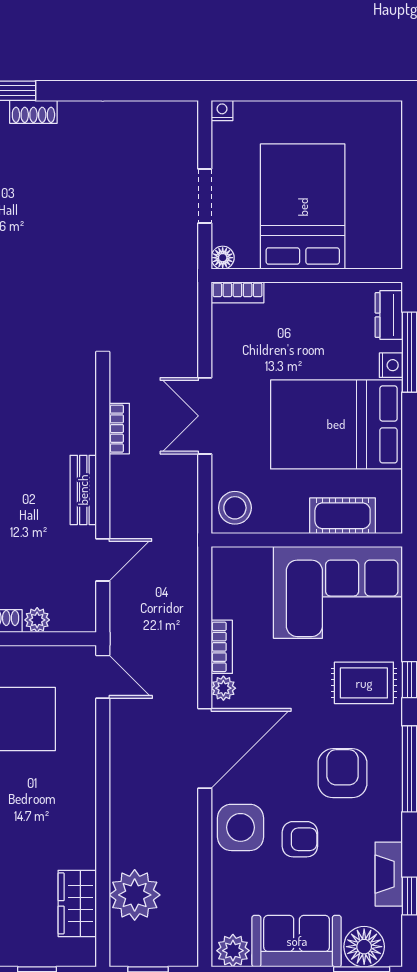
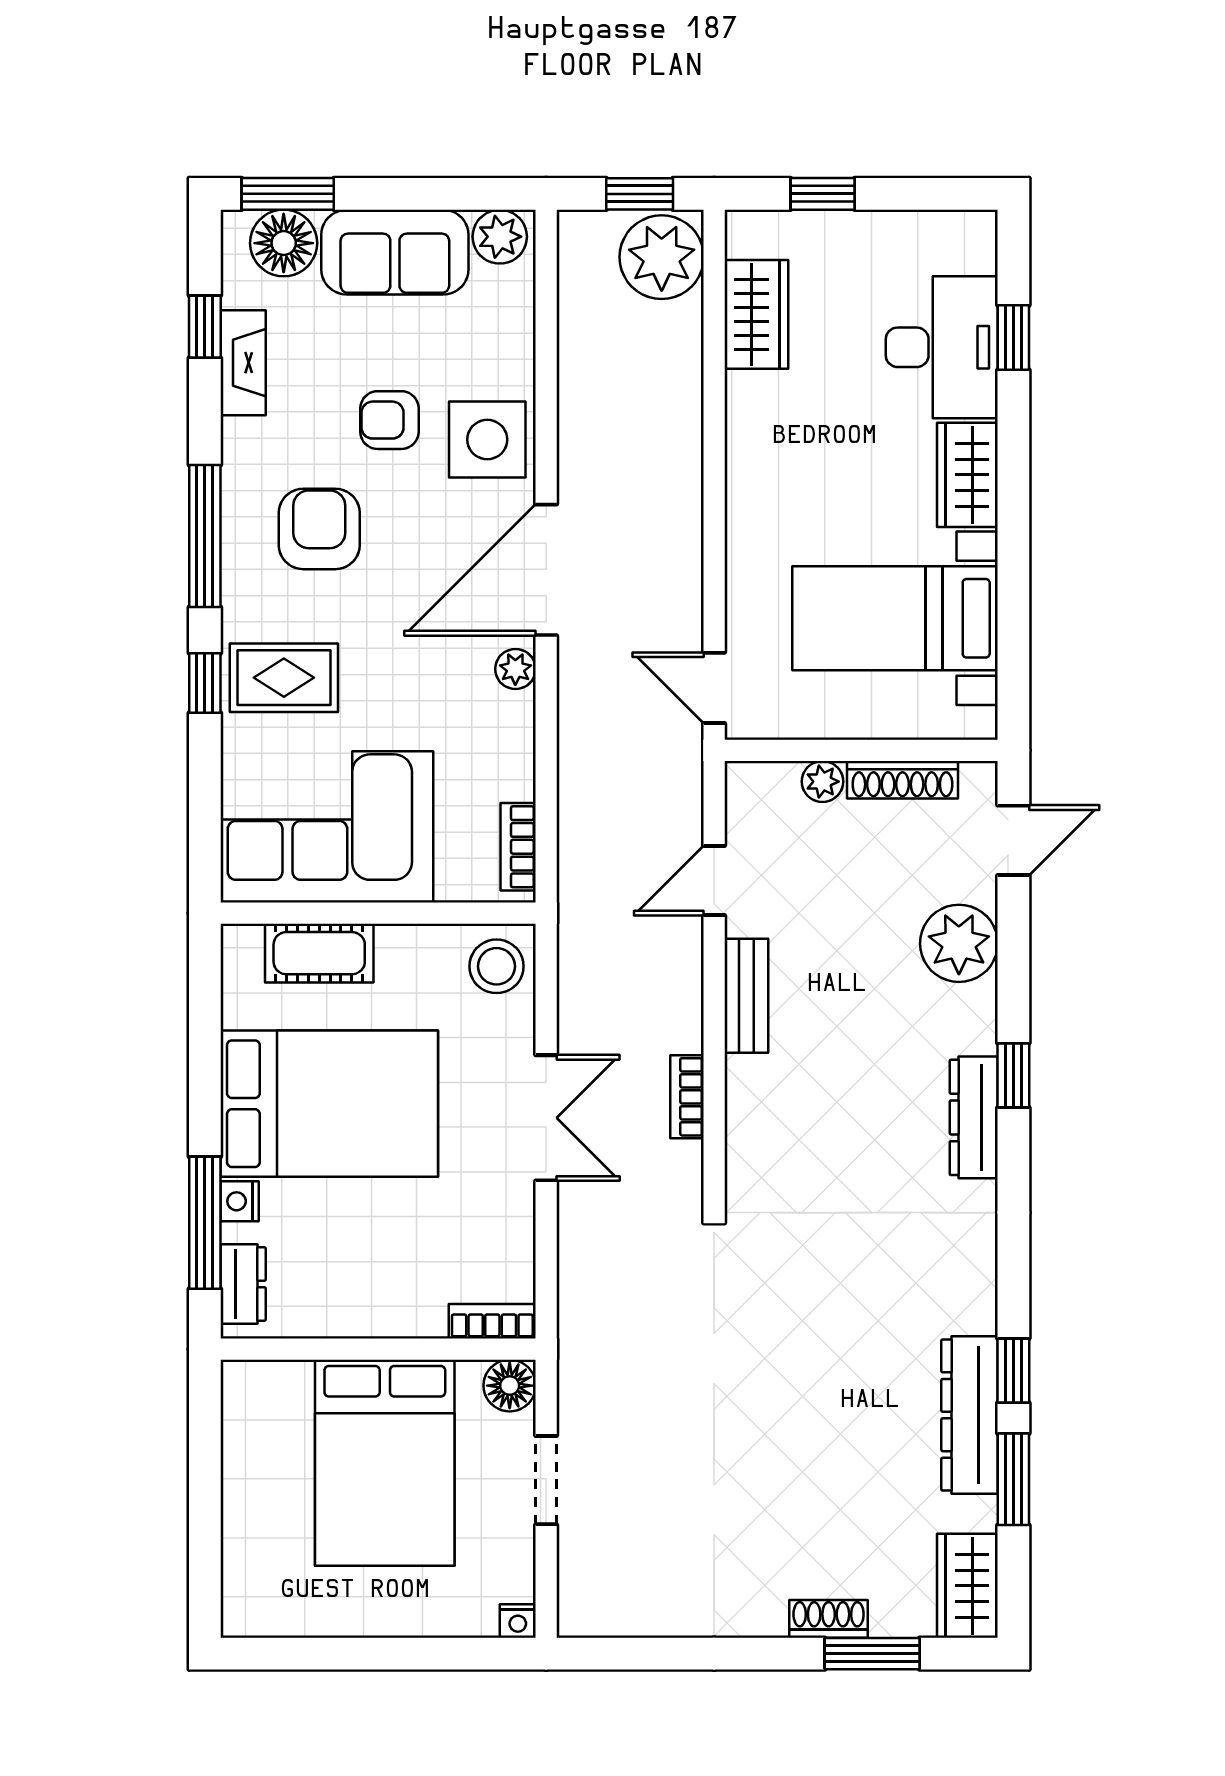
floor lamp: (223, 258) -> (510, 1386), width x1.37, depth x1.37
bookcase: (222, 647) -> (518, 847), moved
armchair: (342, 773) -> (319, 529), turned 180
plant: (135, 895) -> (662, 257), moved

